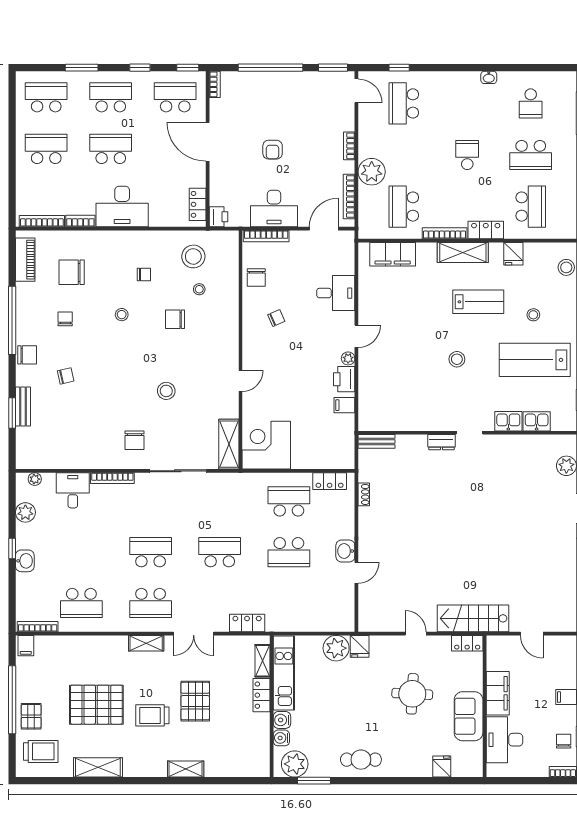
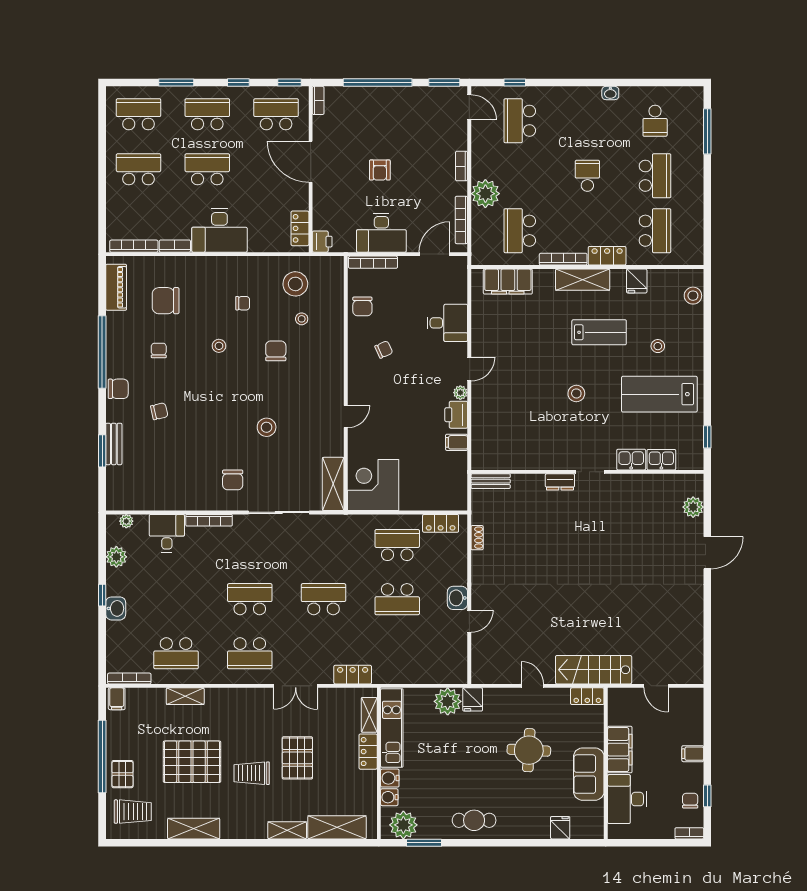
school desk: (531, 155) -> (655, 176), turned -90
chair: (175, 319) -> (276, 351), turned 90
shelving: (146, 643) -> (185, 696), moved
shelving: (232, 766) -> (337, 827), added

